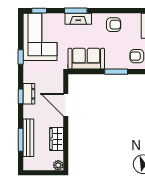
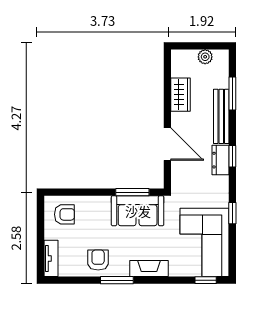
window: (76, 11) -> (117, 280), moved
armchair: (114, 25) -> (98, 260), turned 90
window: (116, 72) -> (132, 192), moved
bench: (28, 138) -> (221, 116), moved
plant: (58, 165) -> (205, 57), moved

